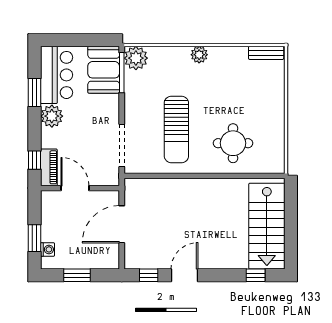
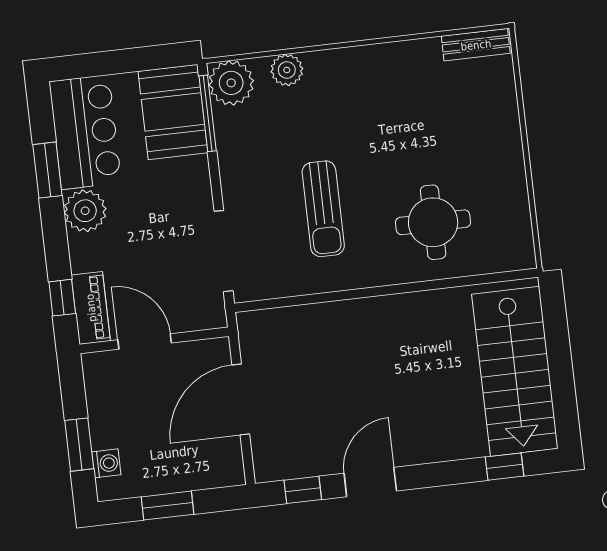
plant: (199, 55) -> (287, 70), moved
sun lounger: (176, 129) -> (323, 209), width x0.73, depth x0.75

